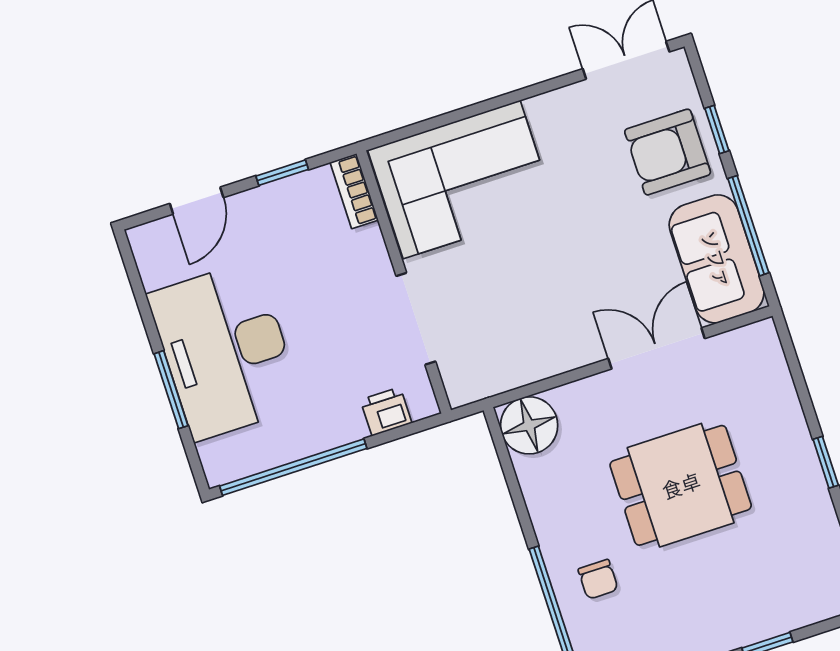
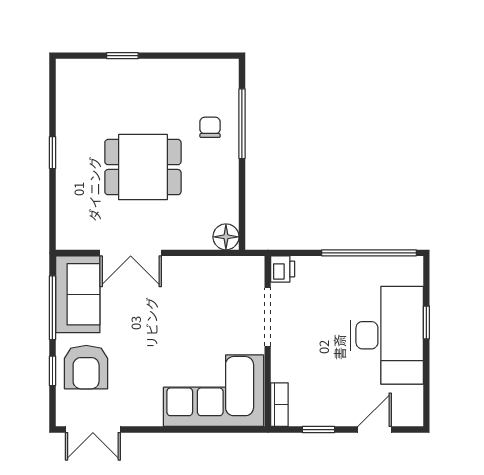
armchair: (668, 152) -> (86, 367), turned 90
window: (171, 390) -> (426, 322), width x0.67
printer: (386, 411) -> (283, 269), moved, turned -90
floor lamp: (529, 425) -> (226, 237), width x0.73, depth x0.73

